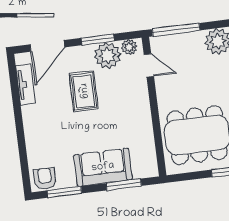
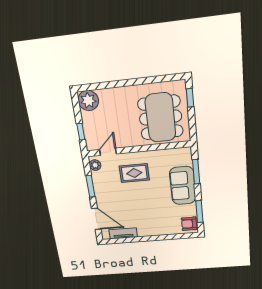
window: (176, 30) -> (81, 132), width x0.46
plant: (107, 56) -> (102, 180), removed
rug: (84, 91) -> (134, 173), moved

